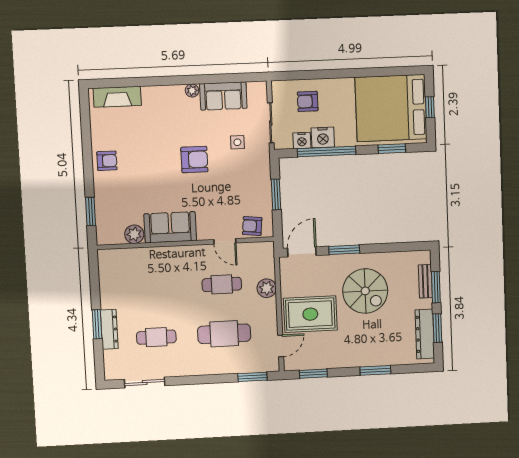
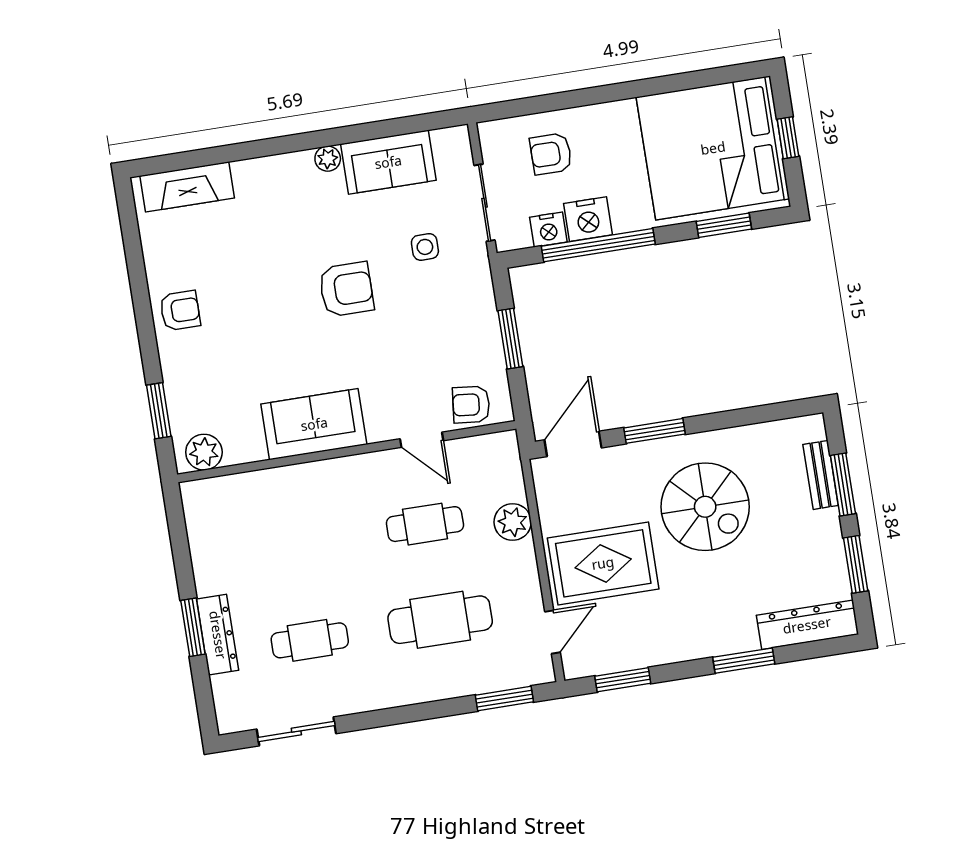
plant: (134, 234) -> (204, 452), moved
dresser: (425, 334) -> (807, 625), moved, turned 90

